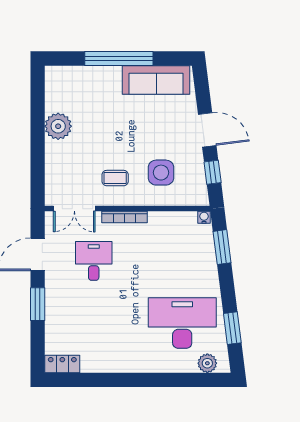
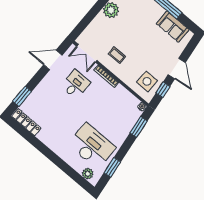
sofa: (156, 80) -> (173, 27), width x0.73
side table: (161, 173) -> (147, 81), moved
window: (38, 304) -> (22, 96), moved
locker: (62, 364) -> (26, 122), width x1.53

